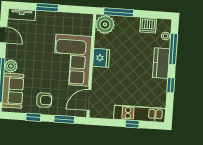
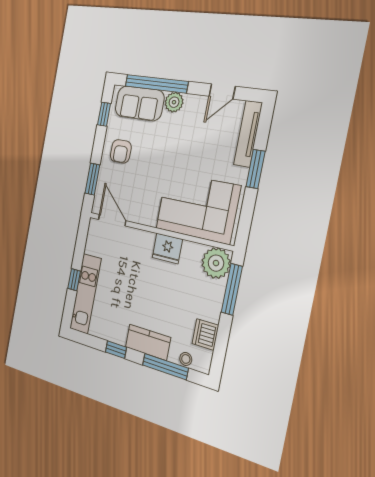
tv unit: (22, 15) -> (248, 134), width x1.41
corner sofa: (72, 60) -> (197, 207), moved
window: (33, 117) -> (104, 114), moved

